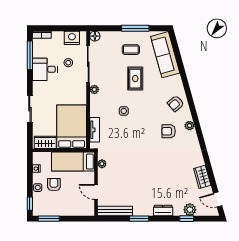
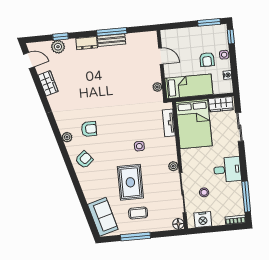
sofa: (165, 55) -> (103, 217), width x0.73
desk: (45, 69) -> (227, 170), moved
rug: (135, 79) -> (130, 182), width x1.36, depth x1.43
sliding door: (30, 109) -> (240, 127), moved
bench: (115, 211) -> (111, 40), moved, width x0.73
window: (139, 219) -> (112, 32), width x1.44

